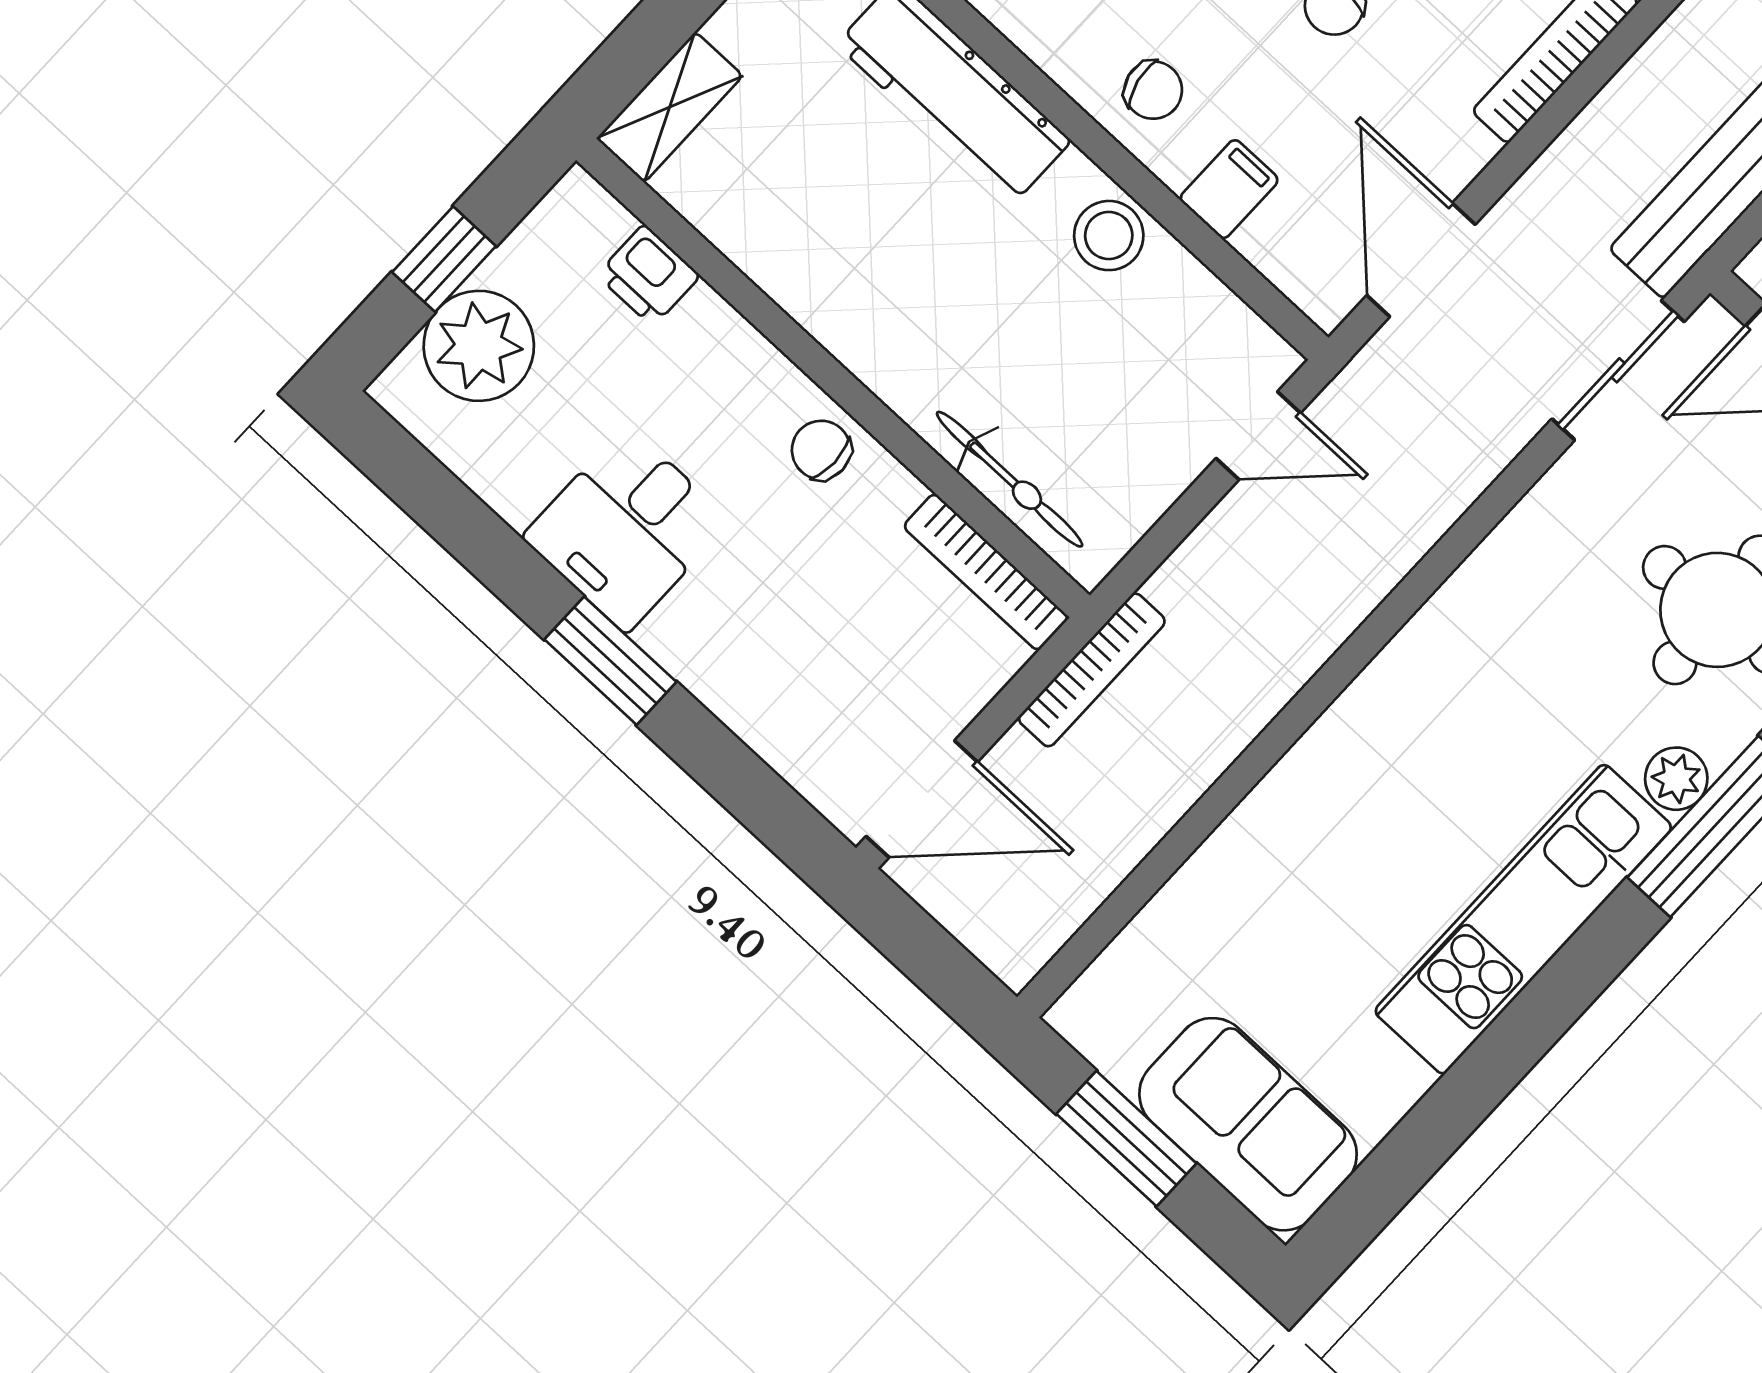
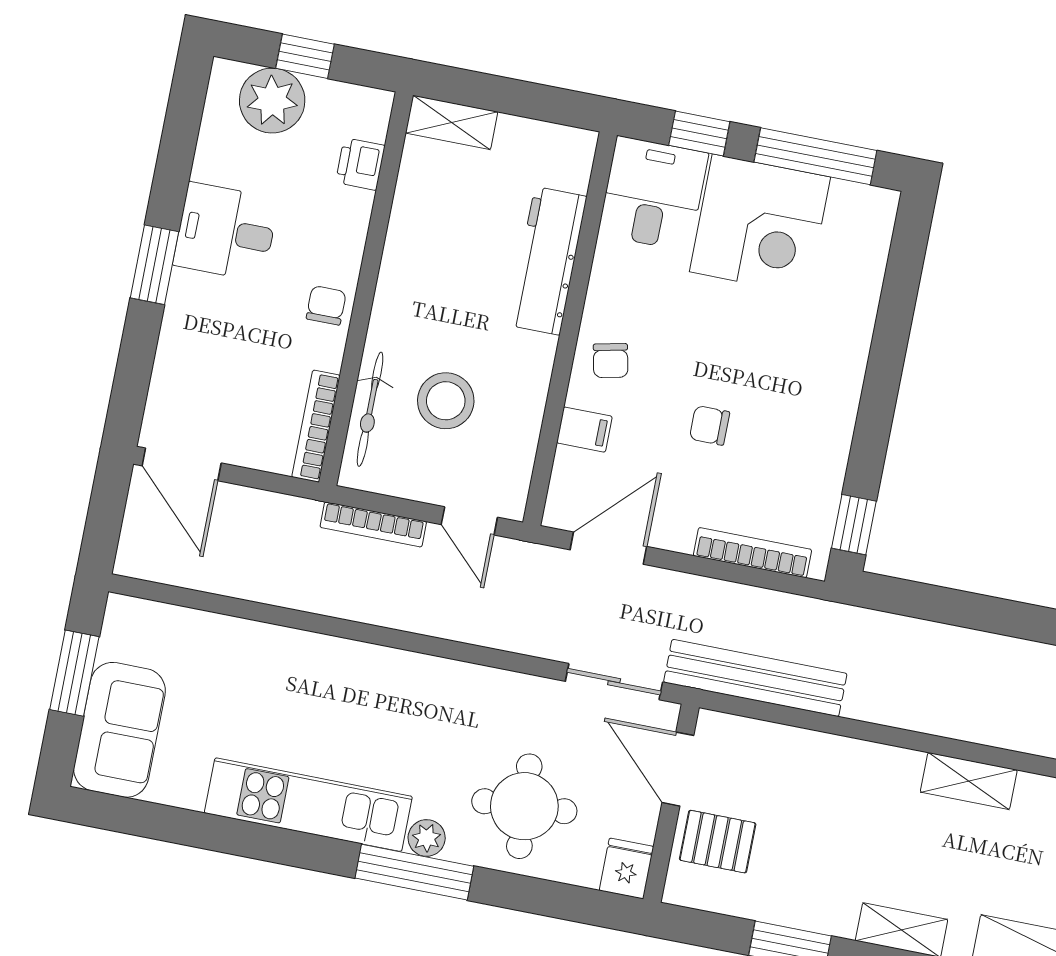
stool: (1109, 236) -> (446, 401), moved, width x1.38, depth x1.38
bookcase: (1092, 670) -> (373, 524), moved

